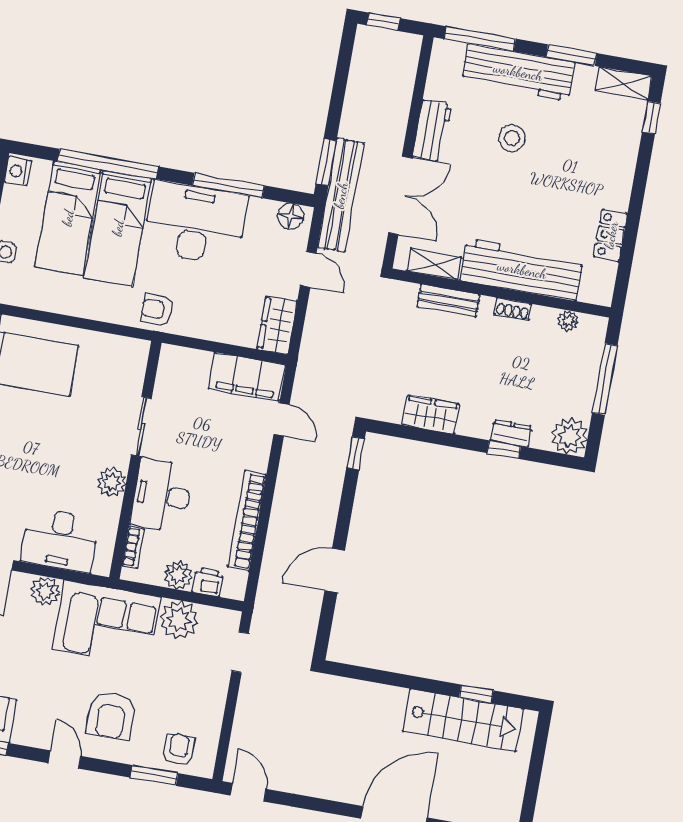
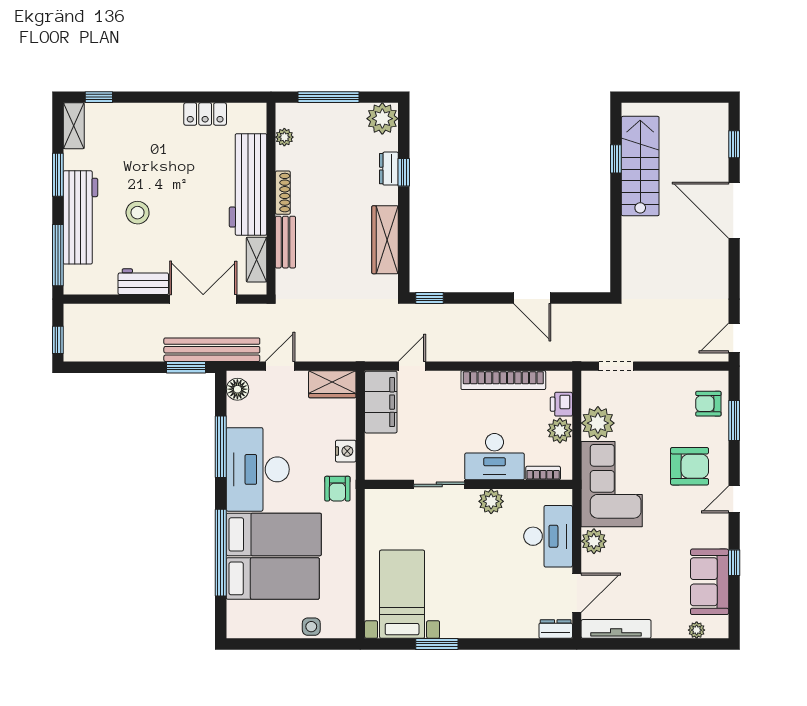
nightstand: (18, 171) -> (346, 451), moved, turned -90
shoe rack: (513, 309) -> (283, 193), width x1.43
wardrobe: (431, 415) -> (385, 240), width x1.50

